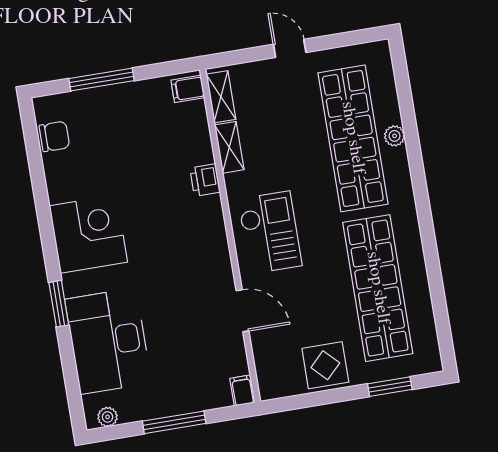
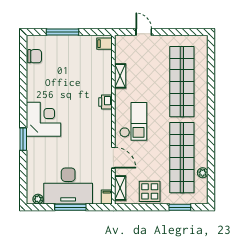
door: (290, 48) -> (144, 32), moved
shelving: (221, 97) -> (120, 188), moved
plant: (395, 136) -> (203, 173), moved
printer: (205, 180) -> (105, 102), moved
corner desk: (88, 234) -> (43, 119), moved
desk: (108, 341) -> (68, 186), moved, turned -90

